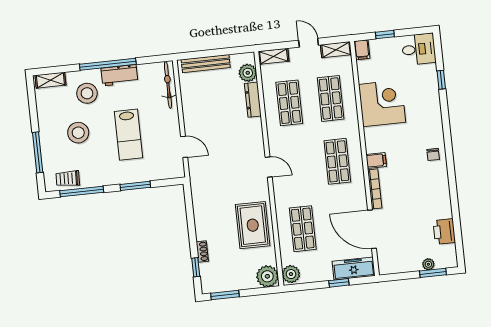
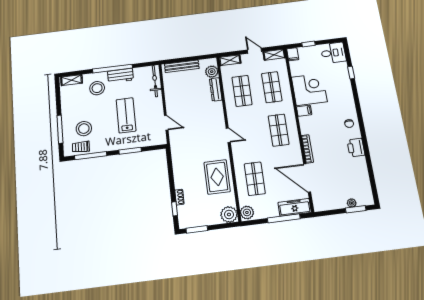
stool: (78, 133) -> (84, 129), moved
lab bench: (129, 135) -> (126, 115), turned 180
filing cabinet: (376, 160) -> (304, 111), moved
printer: (444, 231) -> (356, 148), moved
window: (339, 283) -> (284, 218), width x2.17

